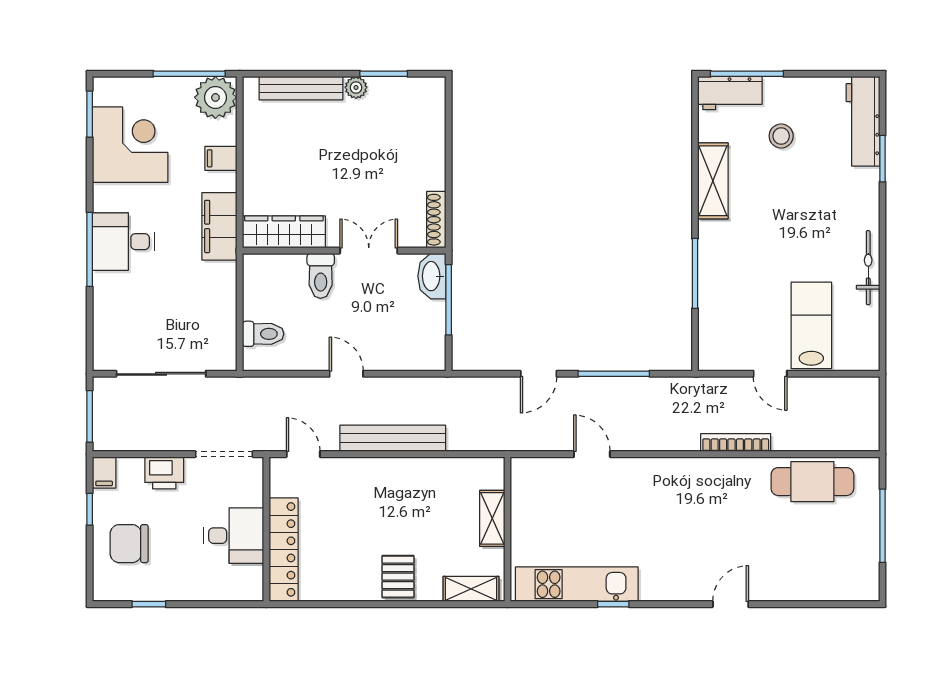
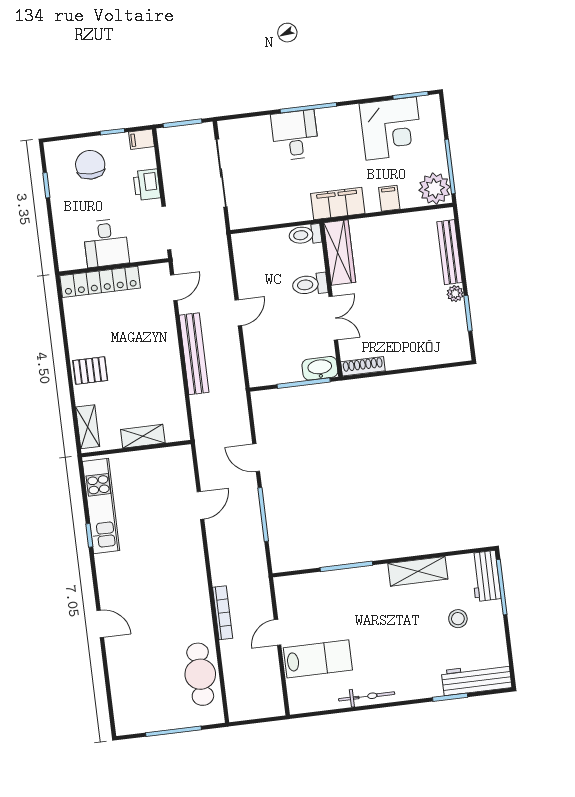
desk: (123, 242) -> (295, 135), moved
toilet: (263, 334) -> (305, 235), moved, turned 90

